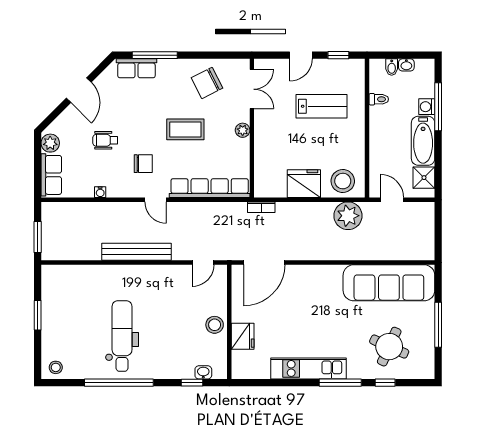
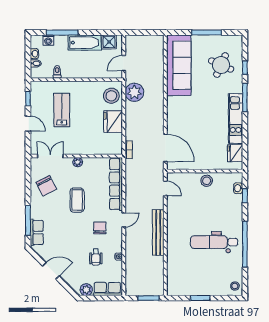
washing machine: (427, 107) -> (48, 40), moved
wheelchair: (105, 140) -> (96, 257), moved
fridge: (243, 336) -> (235, 153), moved, turned -90

